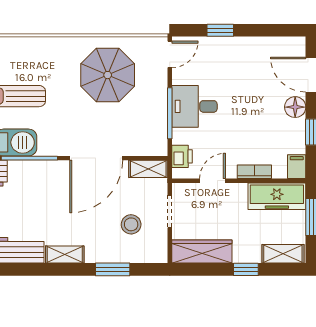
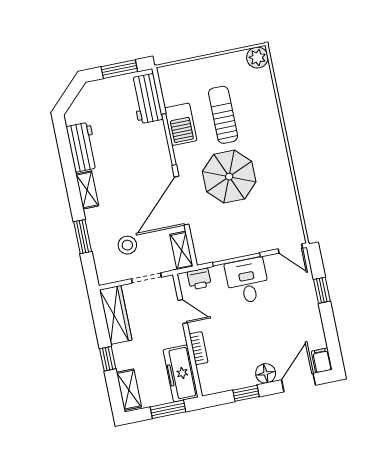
parasol: (108, 75) -> (229, 177), moved
door: (96, 158) -> (181, 201), hinge flipped
filing cabinet: (297, 167) -> (322, 360), moved, turned -90

